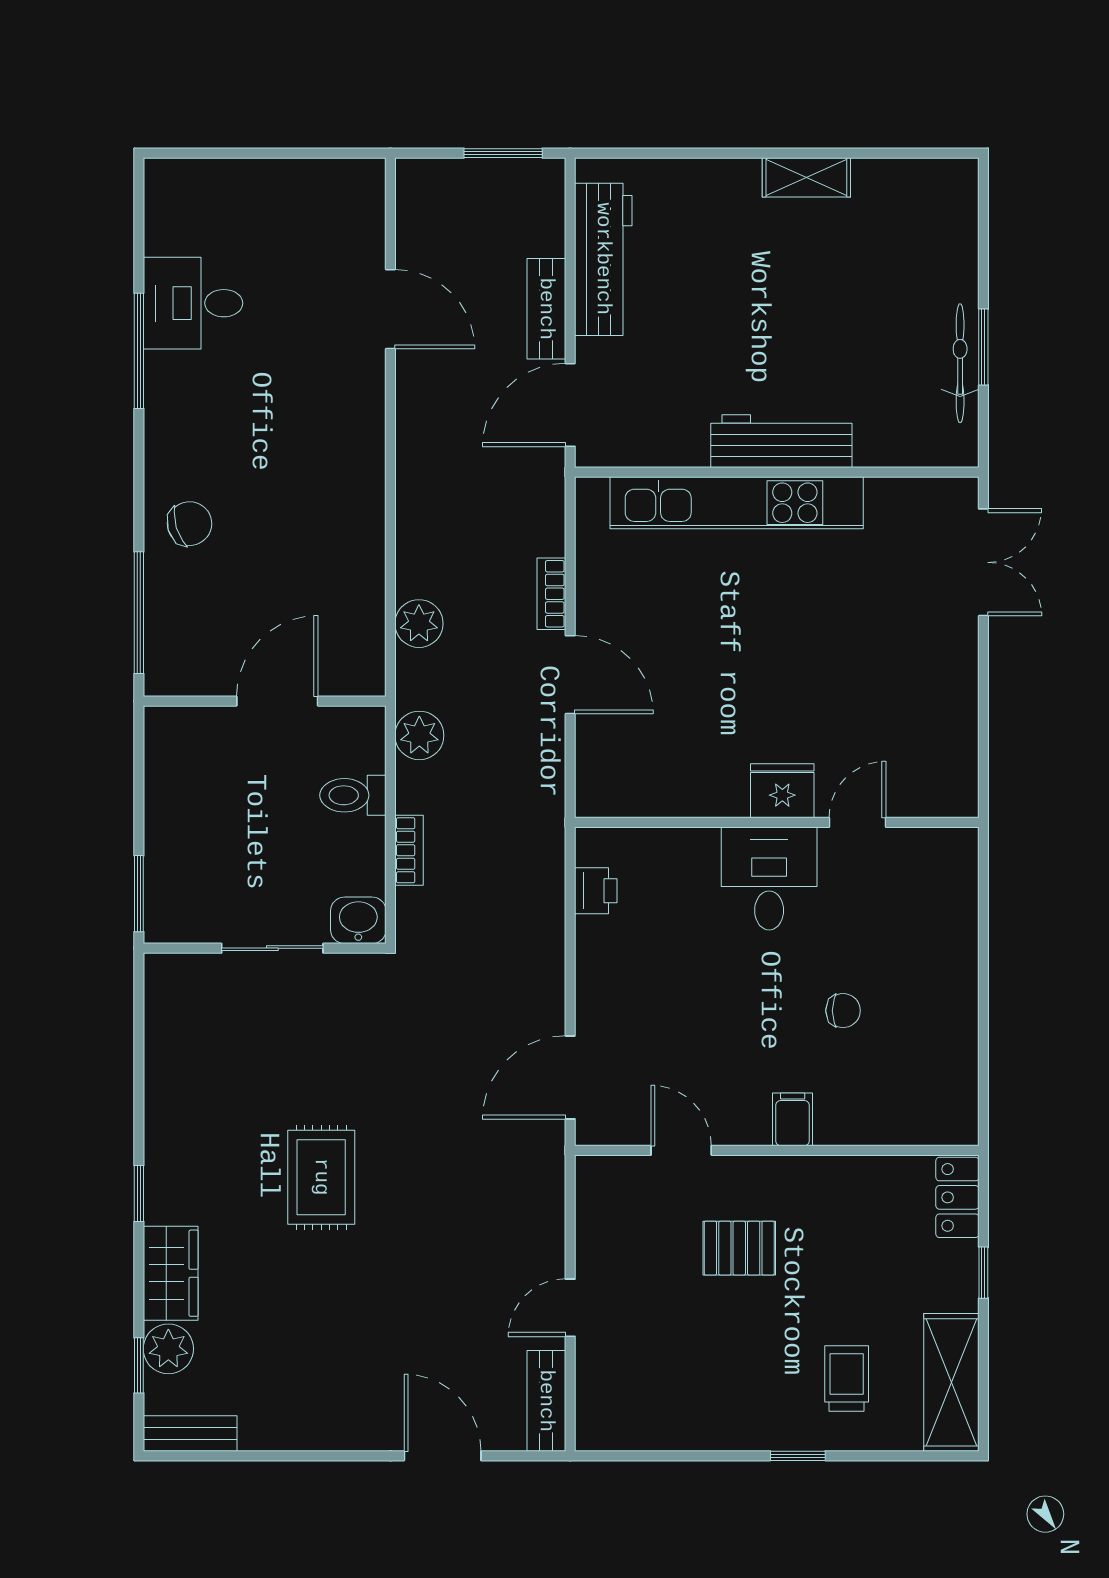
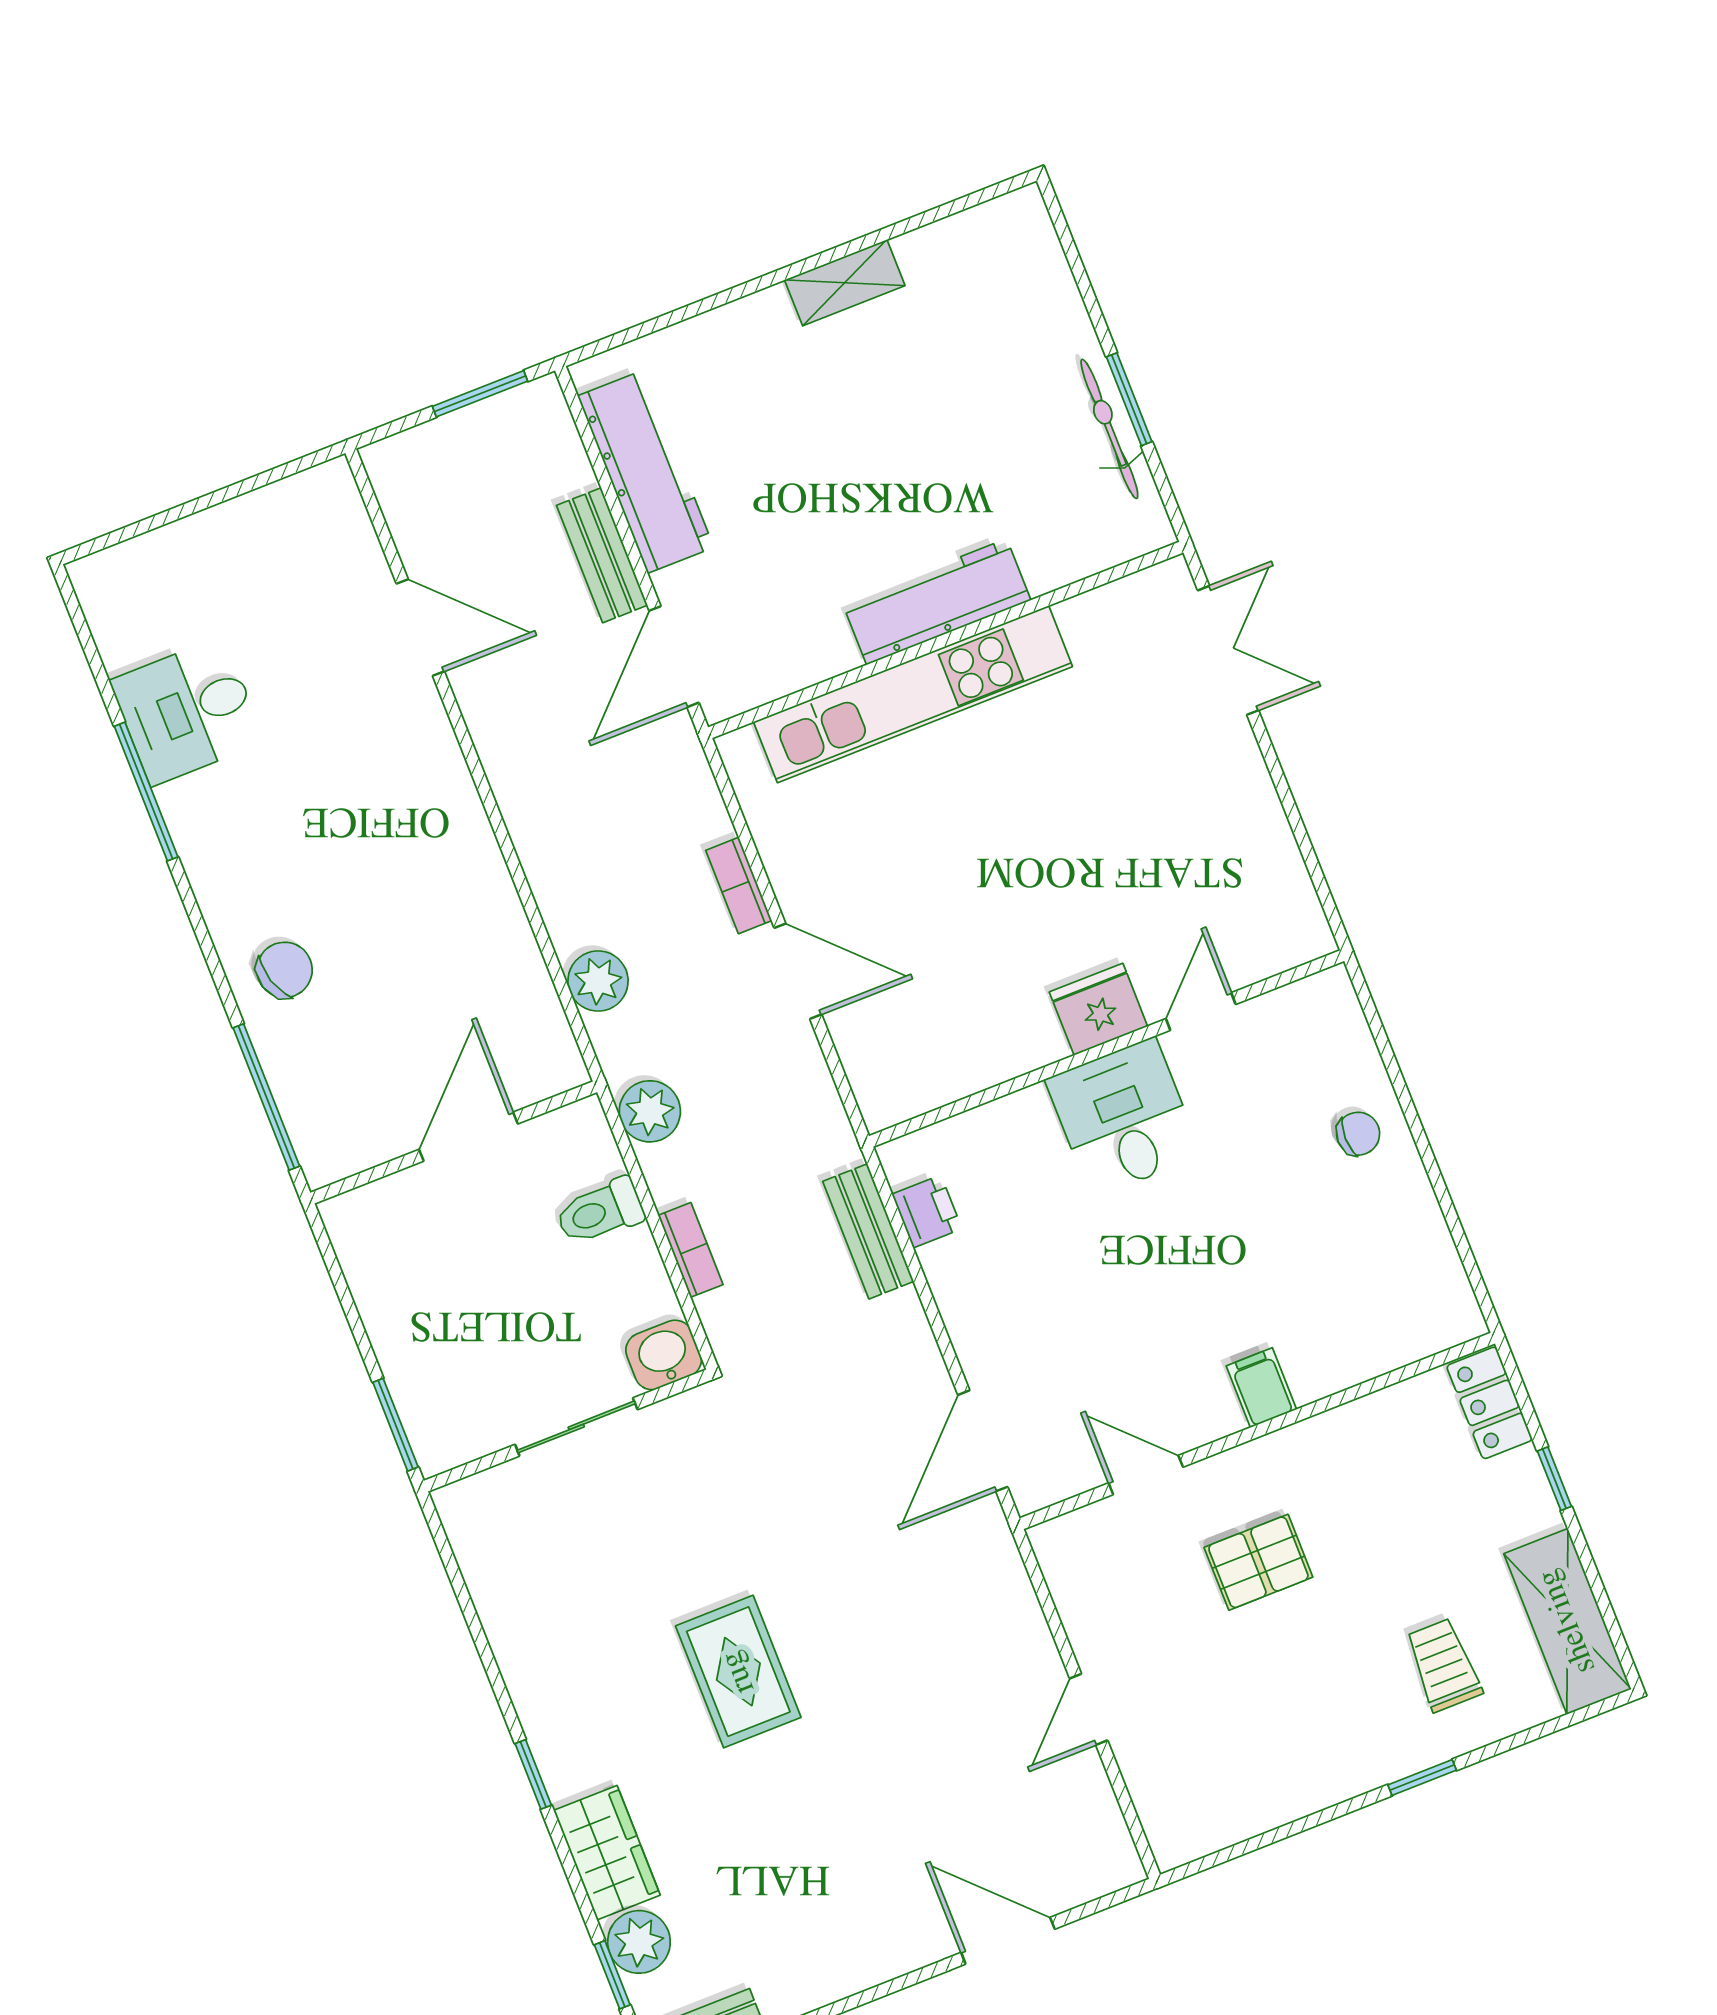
chair: (843, 1011) -> (1358, 1134), moved
bench: (546, 1401) -> (868, 1231), moved

